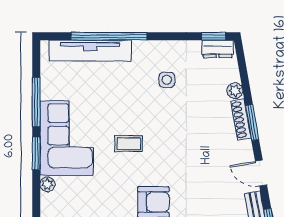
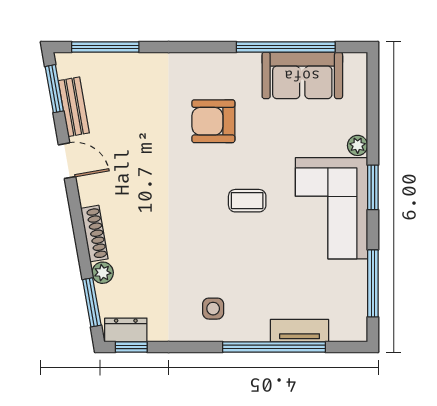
tv unit: (90, 51) -> (300, 331), width x0.52, depth x0.78
side table: (167, 80) -> (213, 309), moved
window: (36, 102) -> (373, 283), moved
window: (252, 123) -> (92, 302), moved

